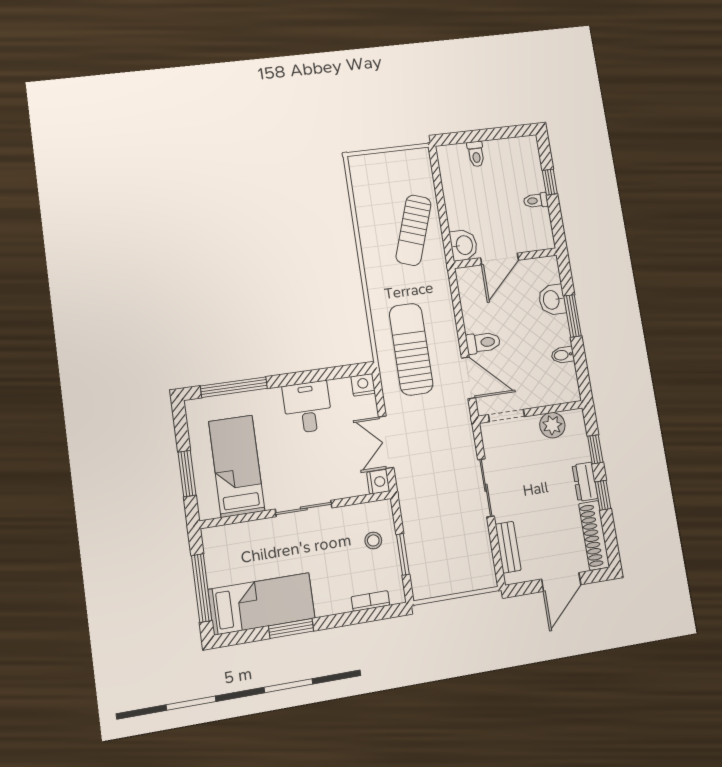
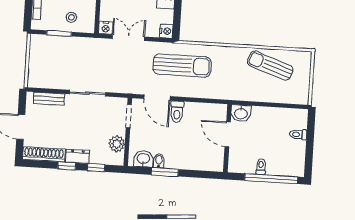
window: (550, 182) -> (271, 179), width x3.17
sun lounger: (413, 230) -> (270, 66), moved
washbasin: (552, 300) -> (143, 159), moved
window: (573, 316) -> (165, 172), moved
door: (468, 378) -> (157, 98), hinge flipped

